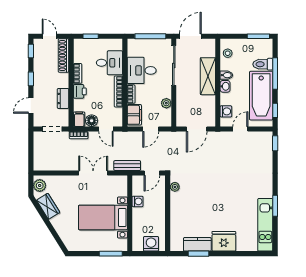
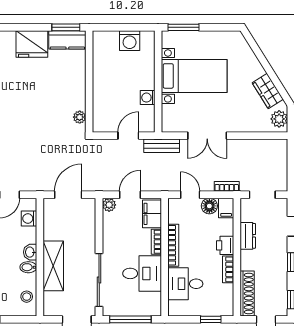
plant: (166, 103) -> (109, 205), moved
plant: (175, 187) -> (80, 117), moved
wall: (168, 213) -> (89, 82), moved

